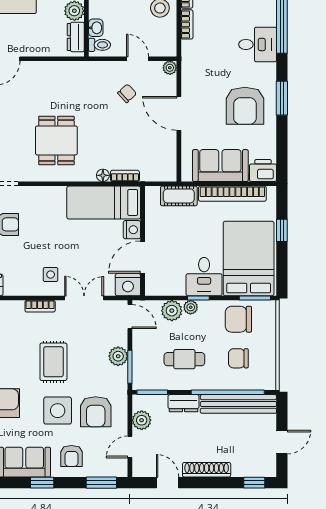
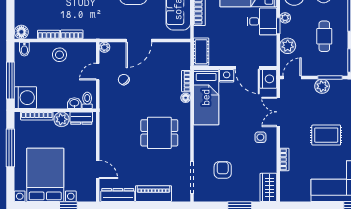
cot: (179, 196) -> (201, 52), moved
bookcase: (40, 306) -> (284, 159), moved
plant: (191, 307) -> (285, 18), moved

